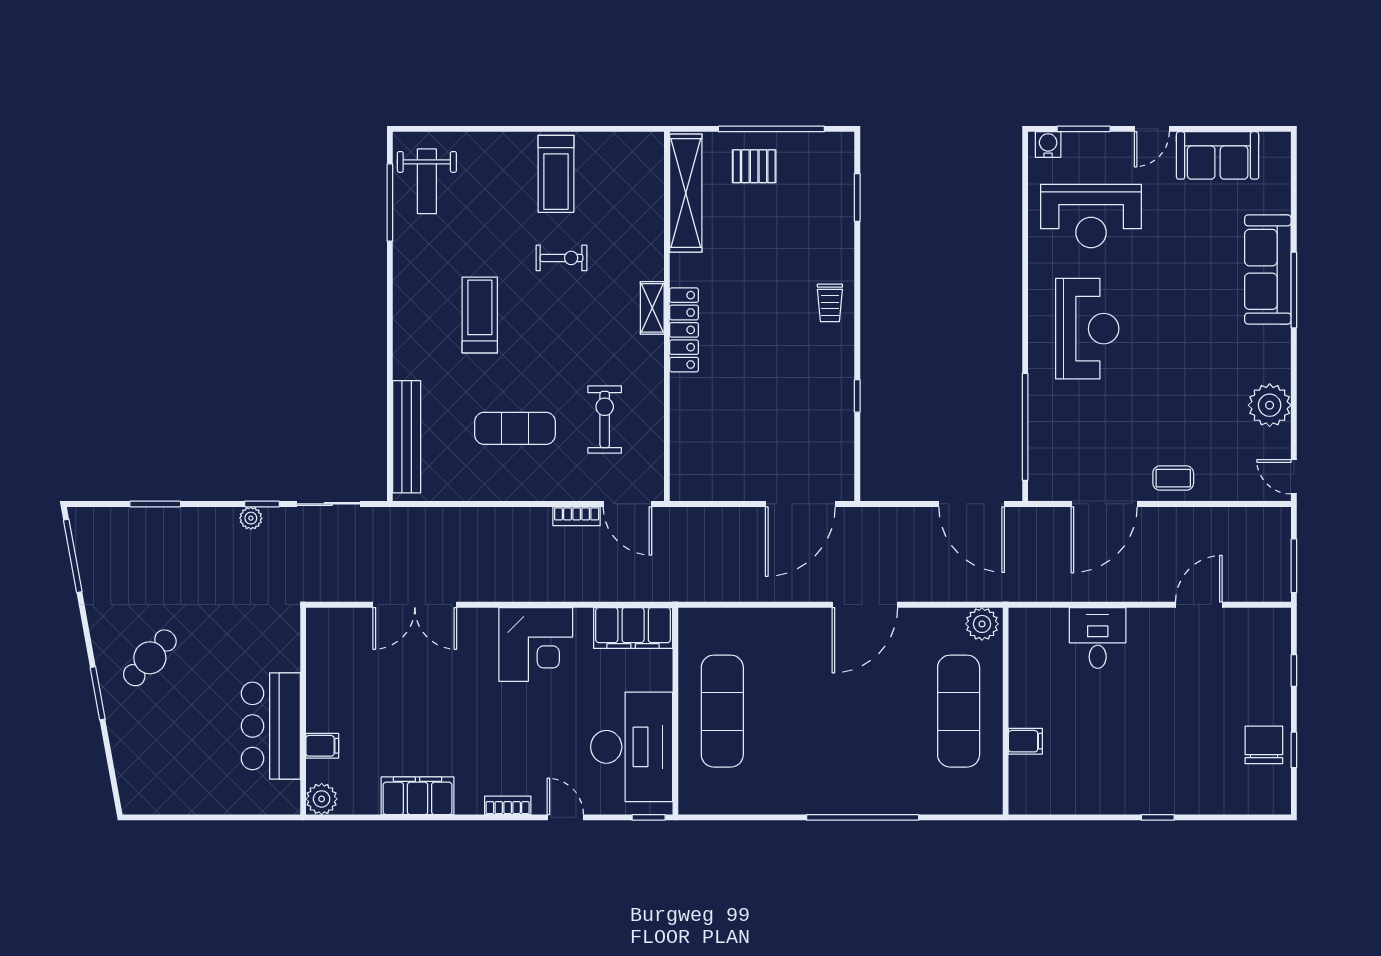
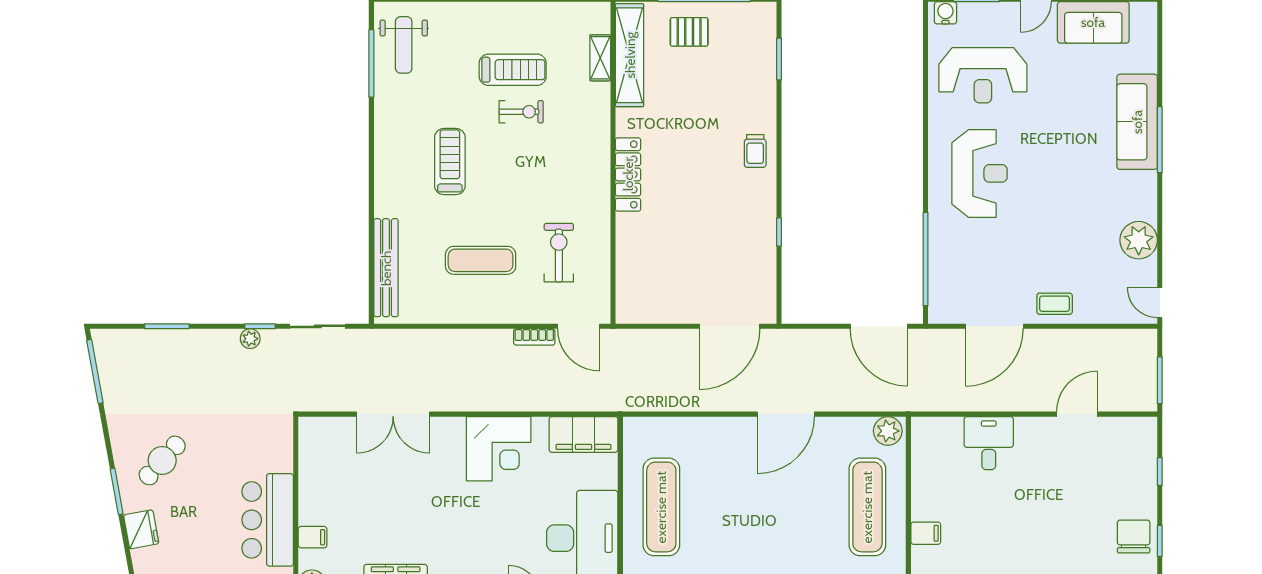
treadmill: (556, 174) -> (513, 70), moved, turned -90
shelving: (652, 308) -> (600, 58), moved
fridge: (126, 737) -> (141, 529), added

